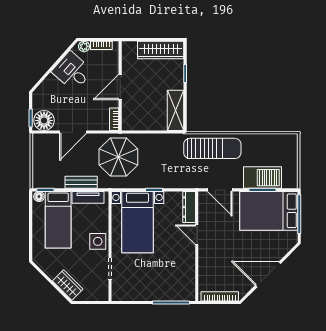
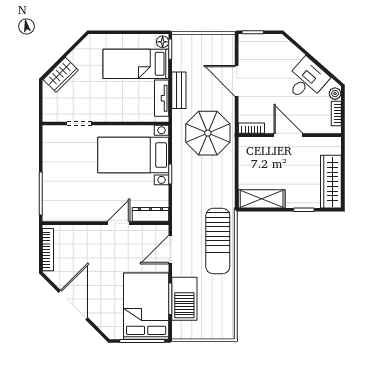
floor lamp: (44, 121) -> (250, 48), removed
side table: (98, 241) -> (111, 109), removed

